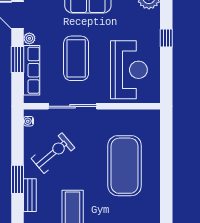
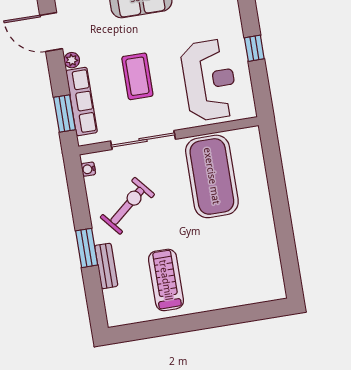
window: (166, 38) -> (254, 48), moved
coffee table: (76, 58) -> (137, 76), width x0.73, depth x0.76
window: (18, 59) -> (65, 114), moved
exercise mat: (125, 166) -> (212, 176), moved

